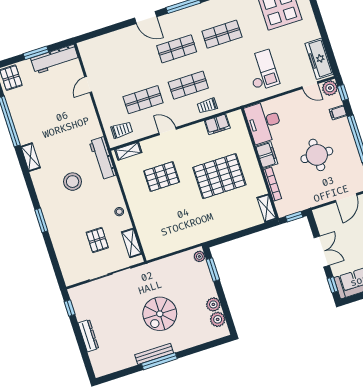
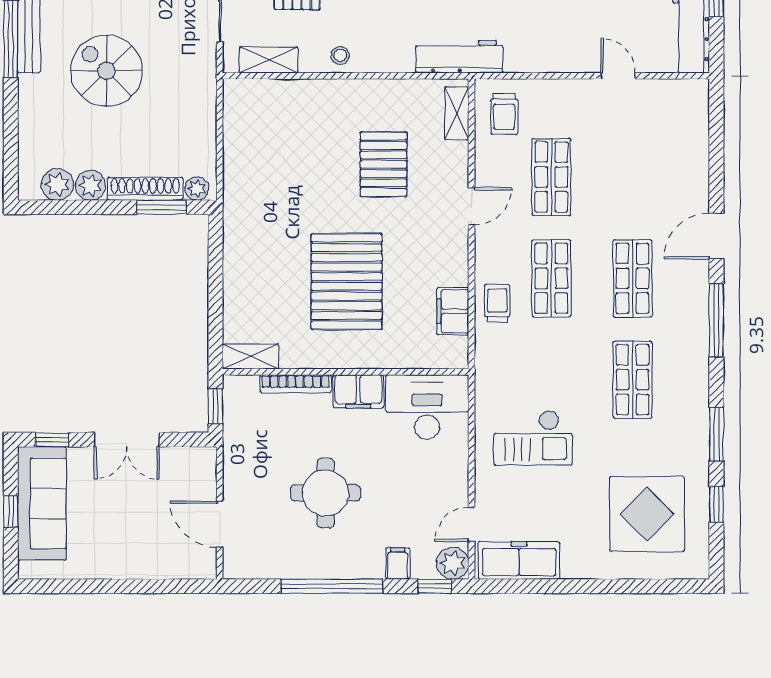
shoe rack: (207, 280) -> (145, 189), added

